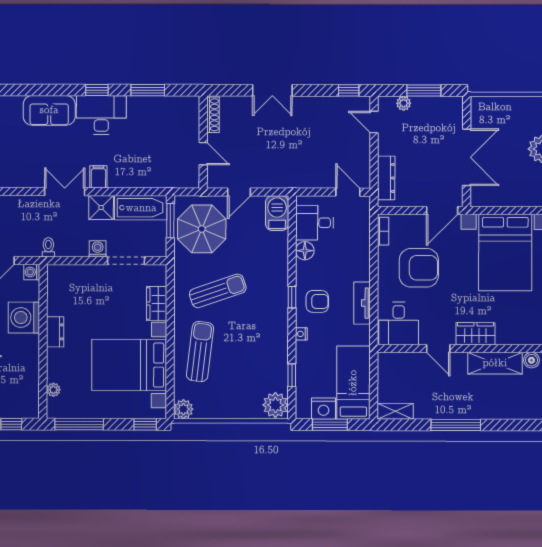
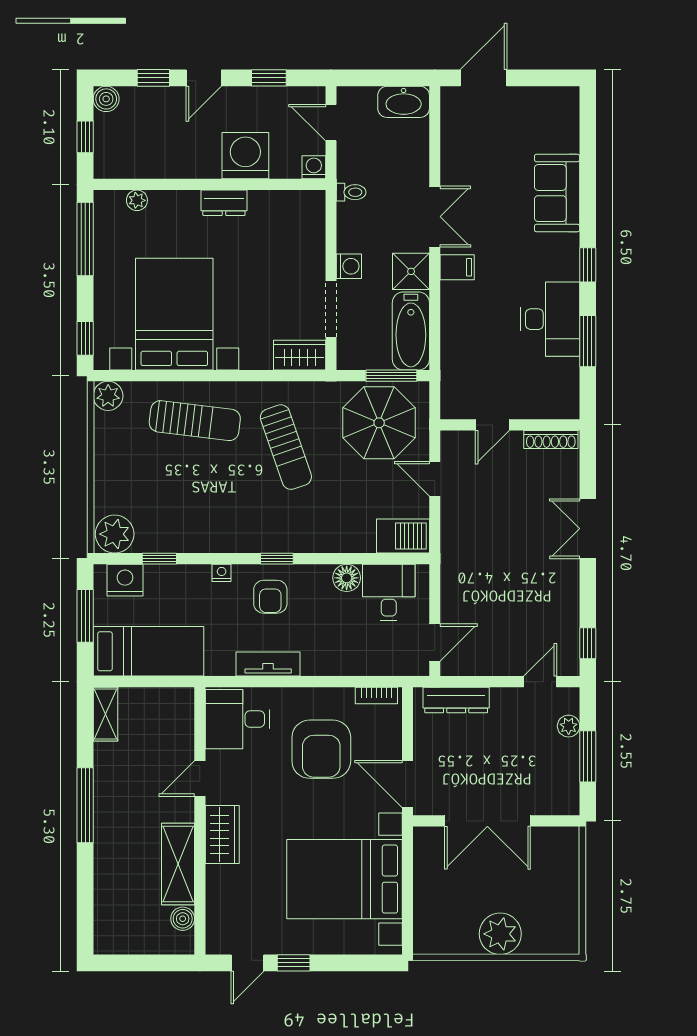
desk: (101, 115) -> (550, 319), moved
wardrobe: (157, 304) -> (300, 355), moved
nightstand: (323, 409) -> (125, 580), moved, turned 90

